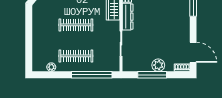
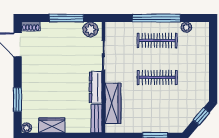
plant: (158, 65) -> (90, 29), moved
window: (92, 75) -> (156, 18), moved

